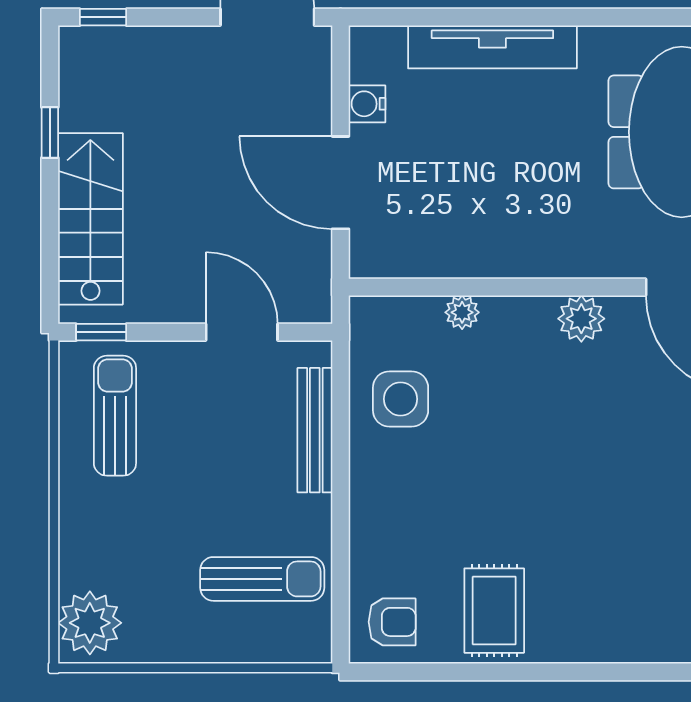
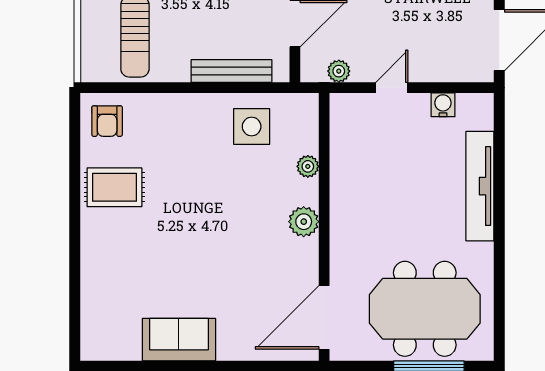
door: (340, 183) -> (392, 88), width x0.53
plant: (315, 265) -> (339, 71), added
plant: (581, 319) -> (304, 222), moved

